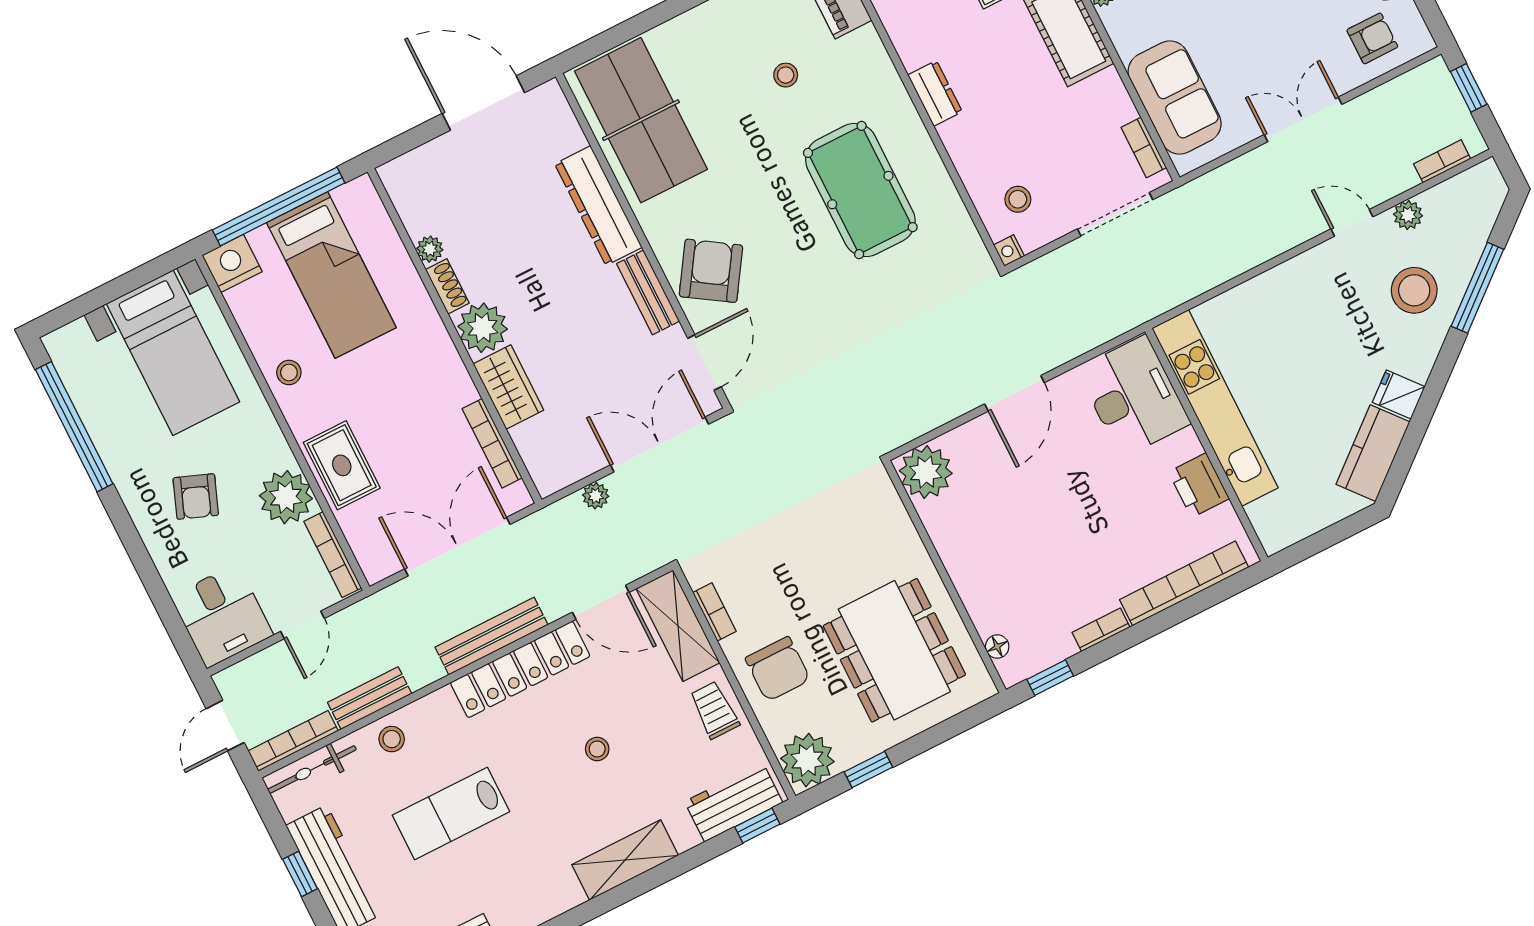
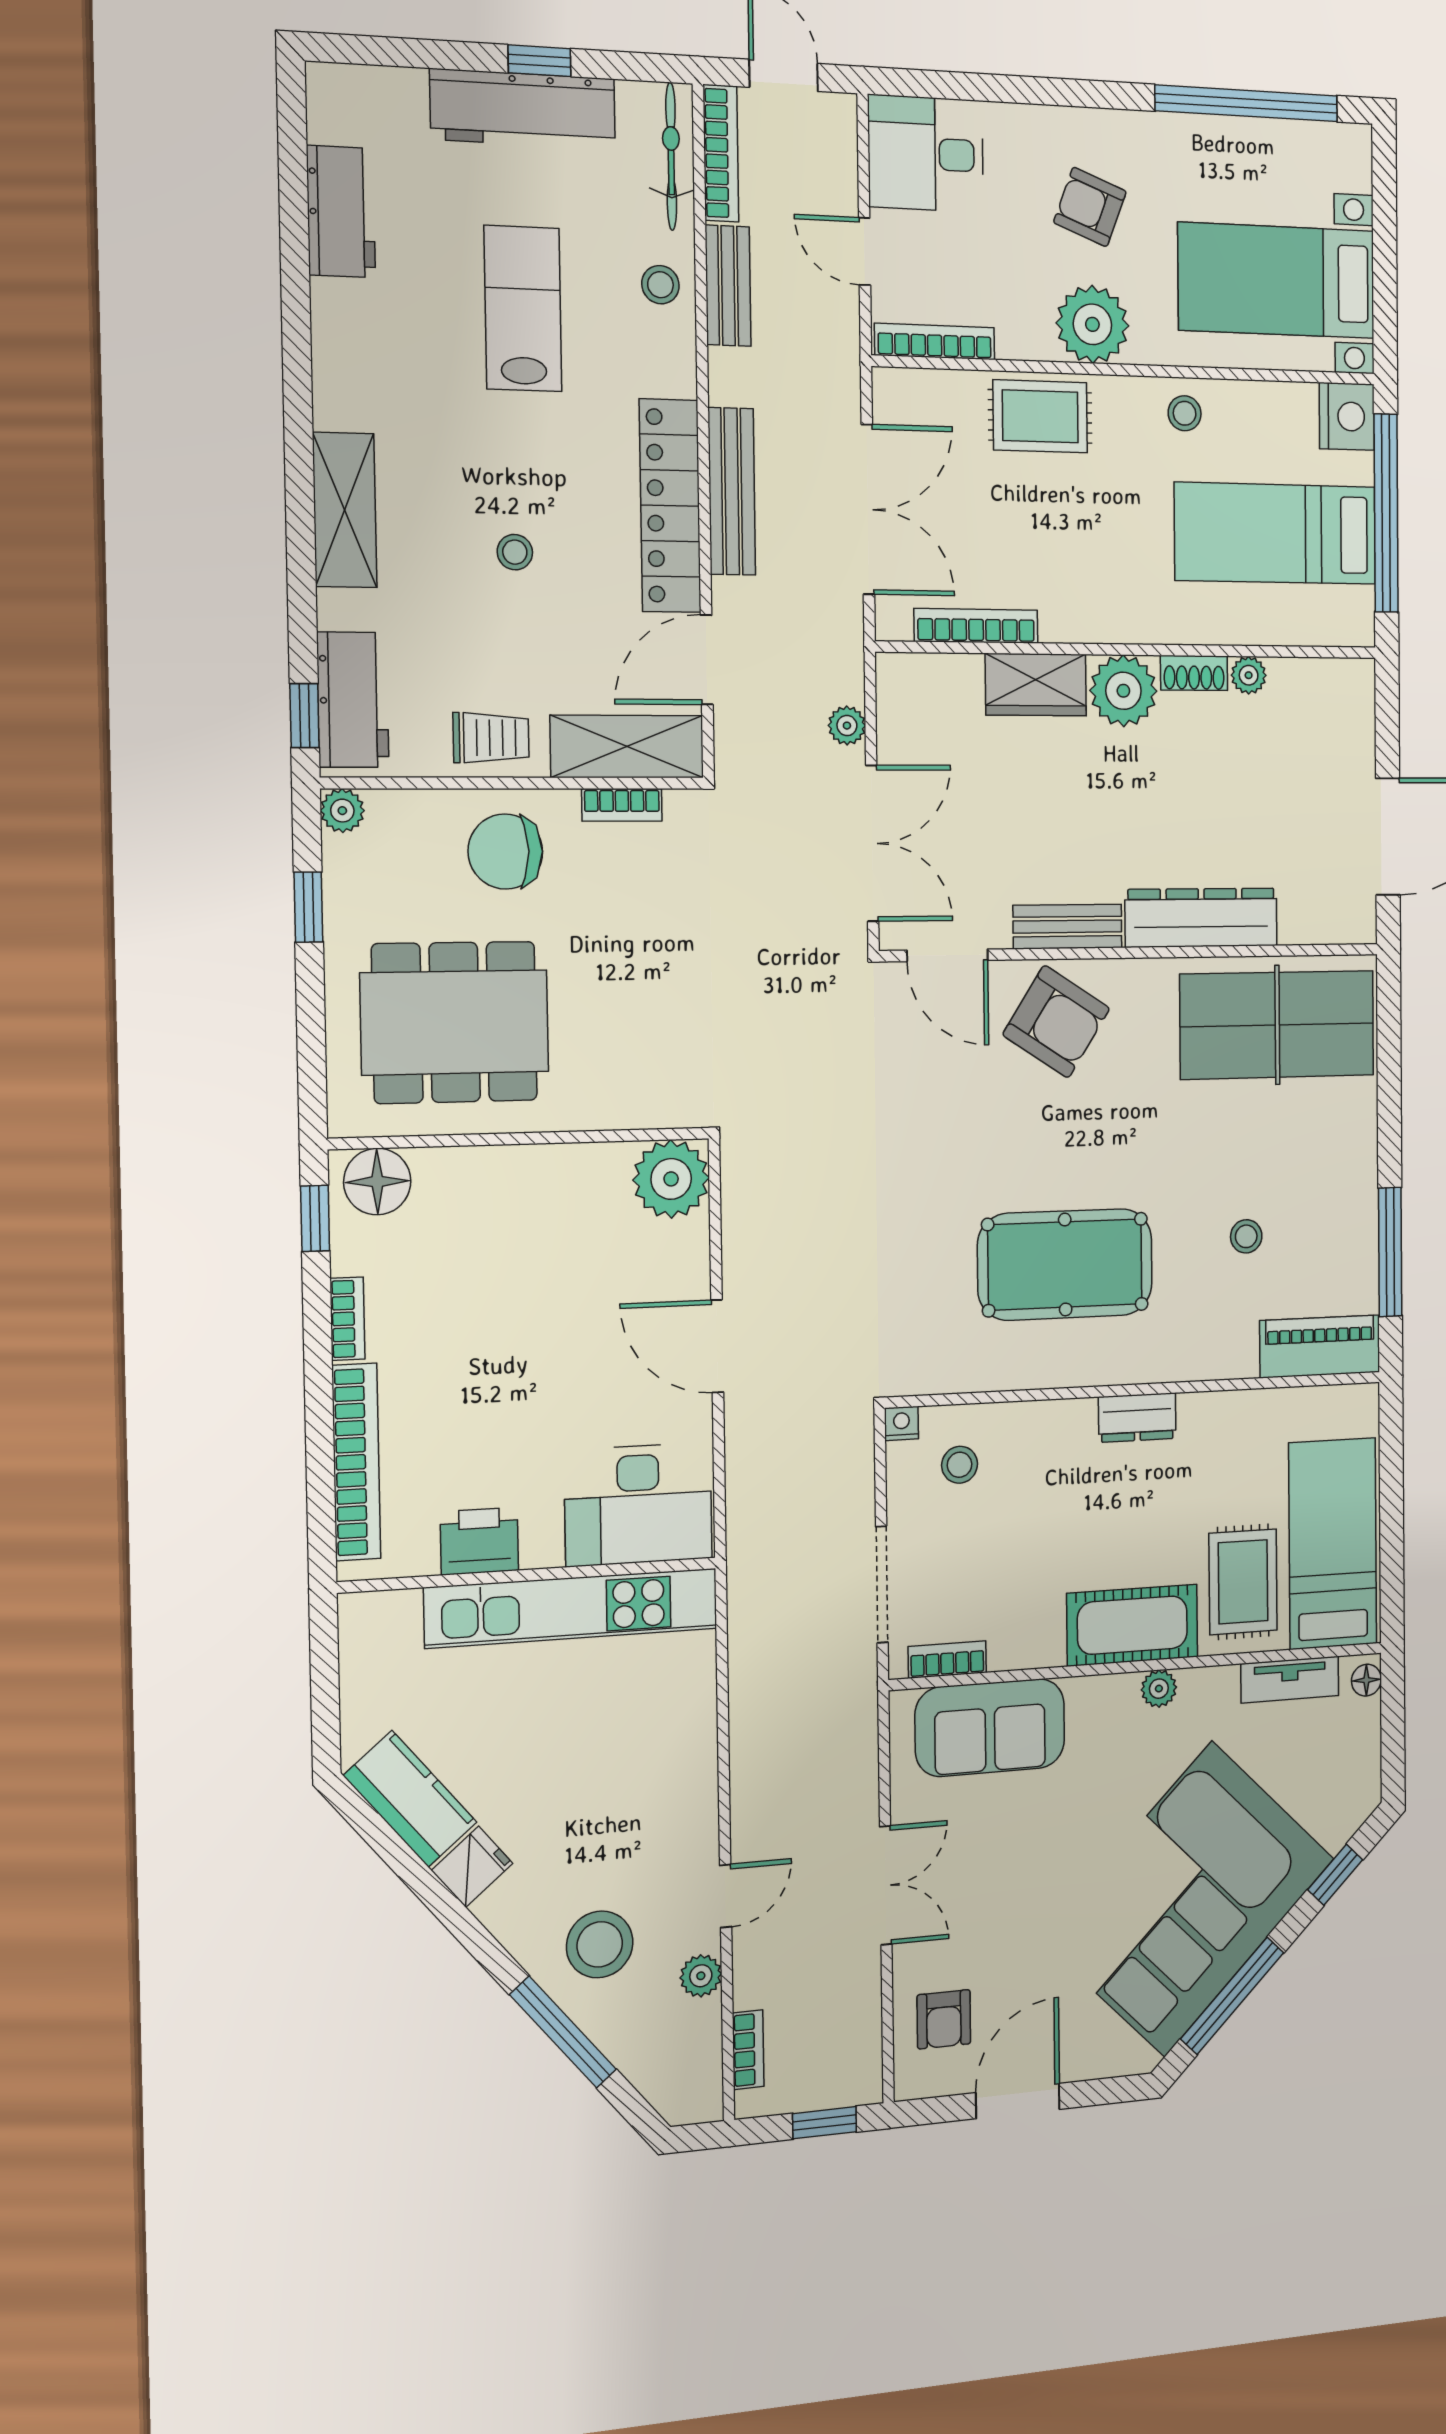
plant: (286, 497) -> (1092, 324), moved
floor lamp: (997, 647) -> (377, 1182), width x1.89, depth x1.89
plant: (807, 760) -> (342, 811), width x0.53, depth x0.53

